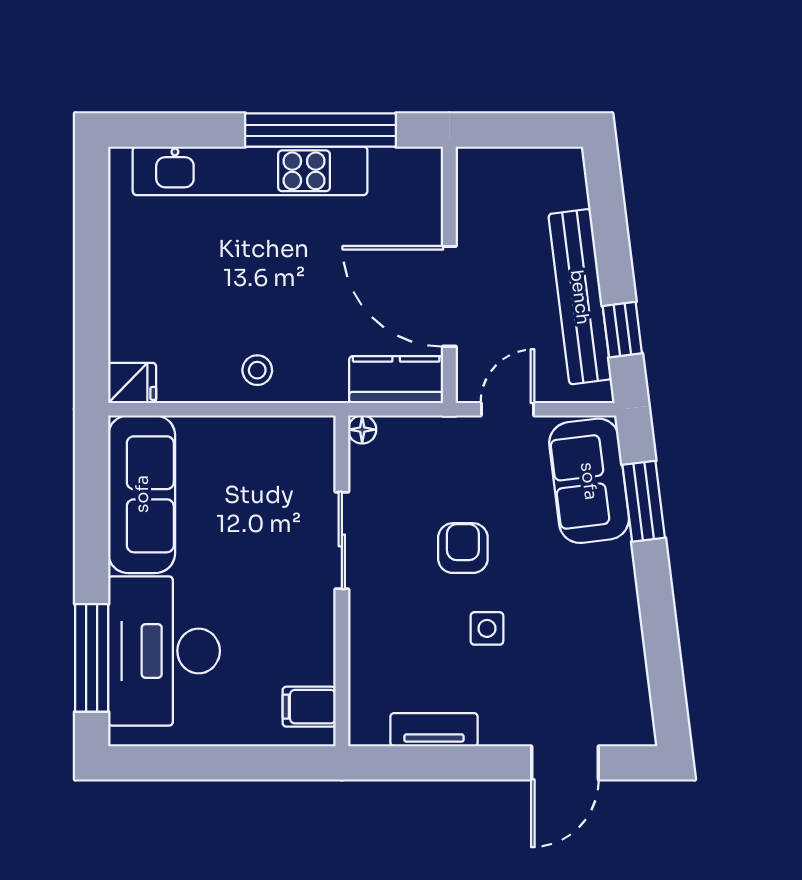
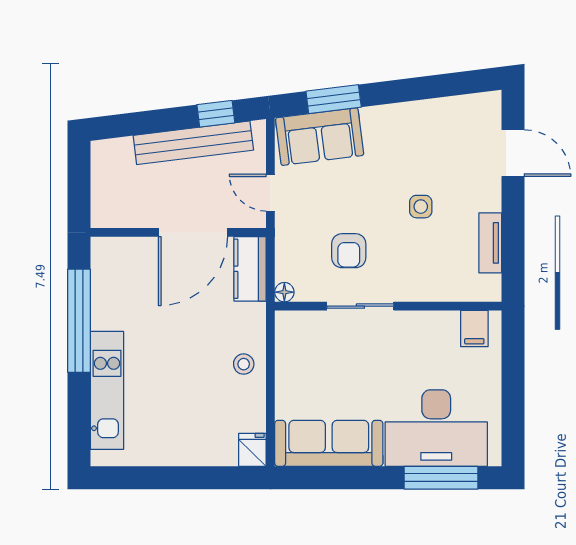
kitchen unit: (250, 171) -> (107, 390), width x0.73
armchair: (463, 548) -> (349, 251), moved, turned -90

